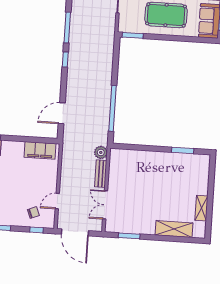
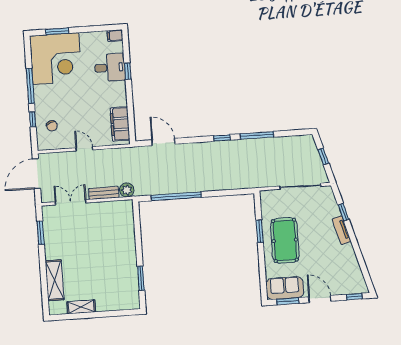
window: (133, 35) -> (260, 231), moved
door: (57, 201) -> (84, 149), moved
window: (36, 230) -> (33, 119), moved

